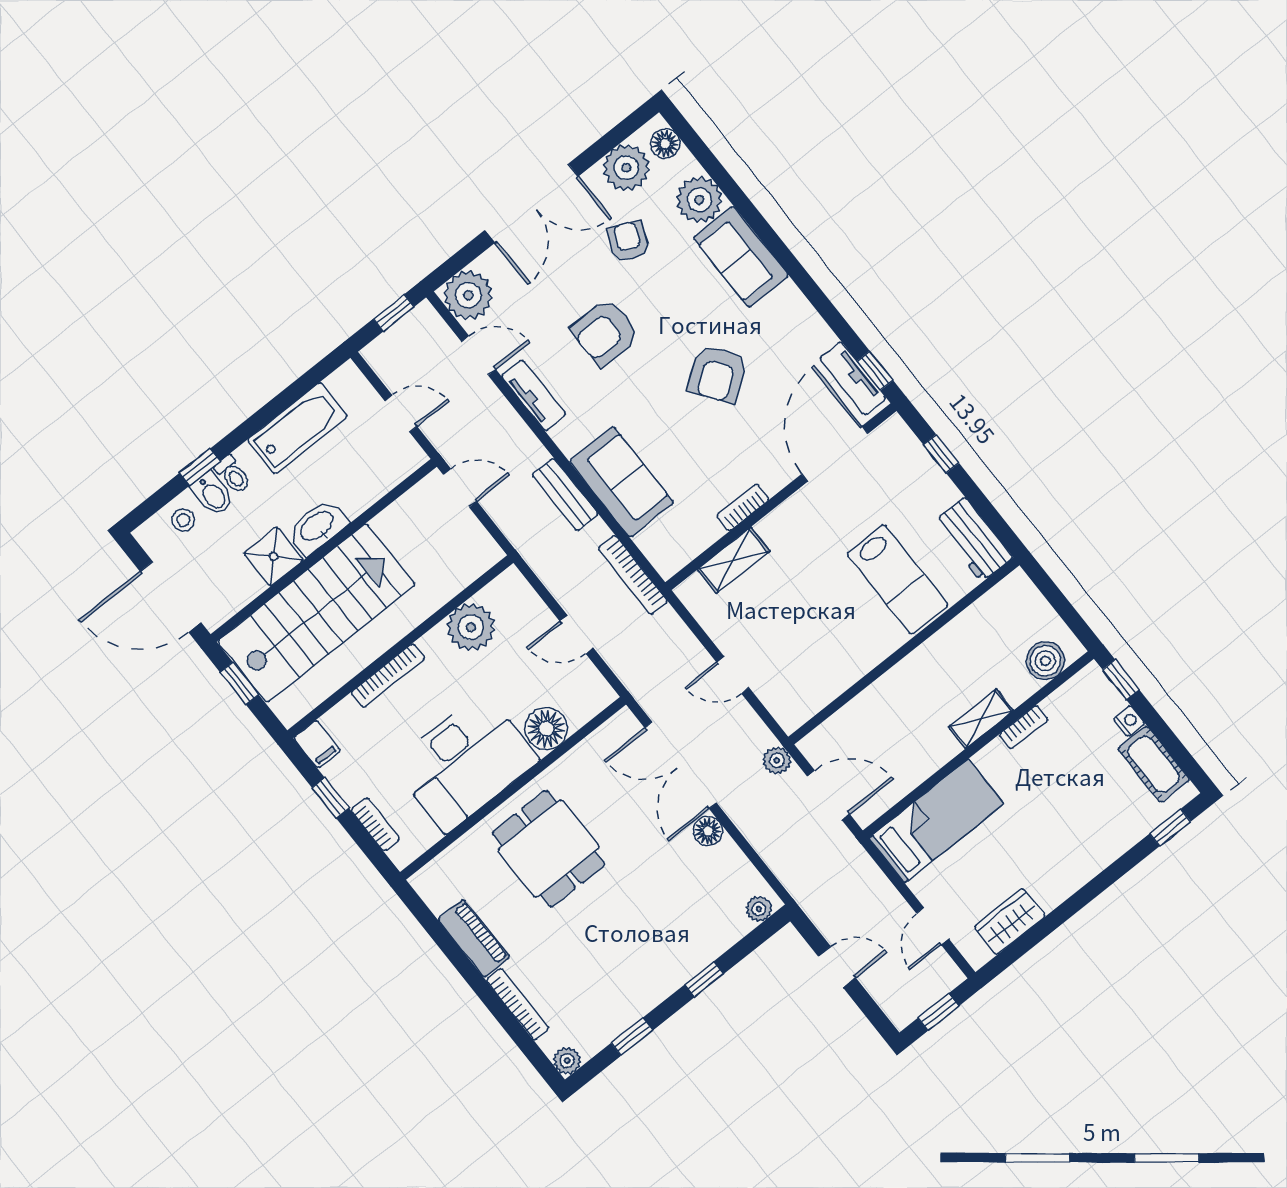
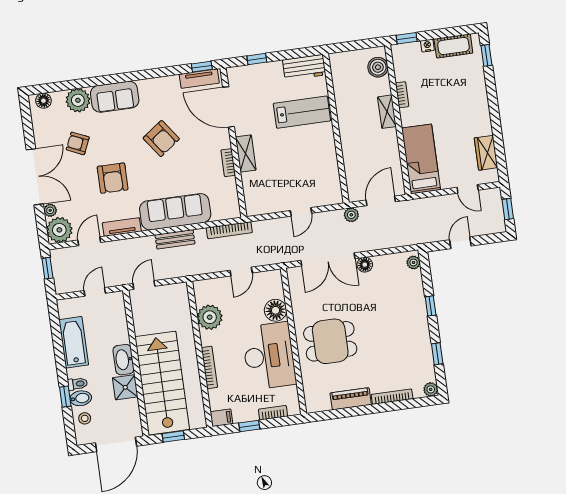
plant: (626, 168) -> (50, 210), moved, width x0.53, depth x0.53
sofa: (622, 482) -> (175, 212), width x1.36
shelving: (733, 560) -> (246, 153), moved

